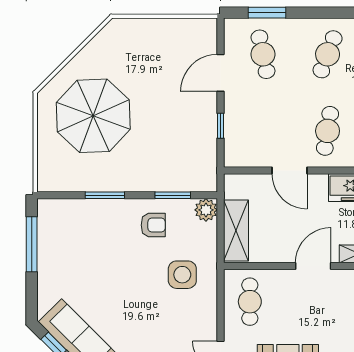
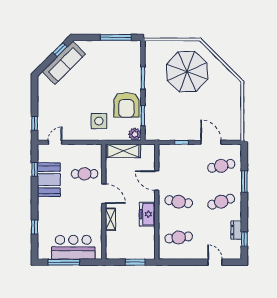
window: (267, 13) -> (244, 182), moved
cafe table: (328, 54) -> (221, 202), turned -39
door: (290, 170) -> (157, 181), hinge flipped
armchair: (153, 225) -> (126, 105), width x1.88, depth x1.88
cafe table: (250, 302) -> (85, 174), moved

